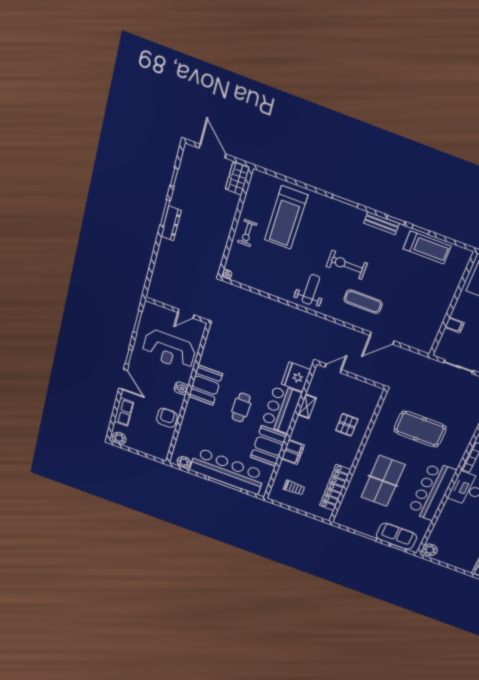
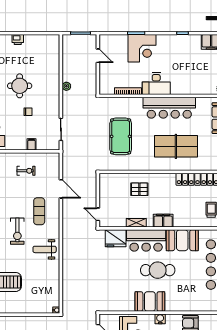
exercise bike: (247, 233) -> (26, 171), moved
cafe table: (241, 407) -> (158, 270), width x1.37, depth x1.35
filing cabinet: (293, 452) -> (163, 221), moved

